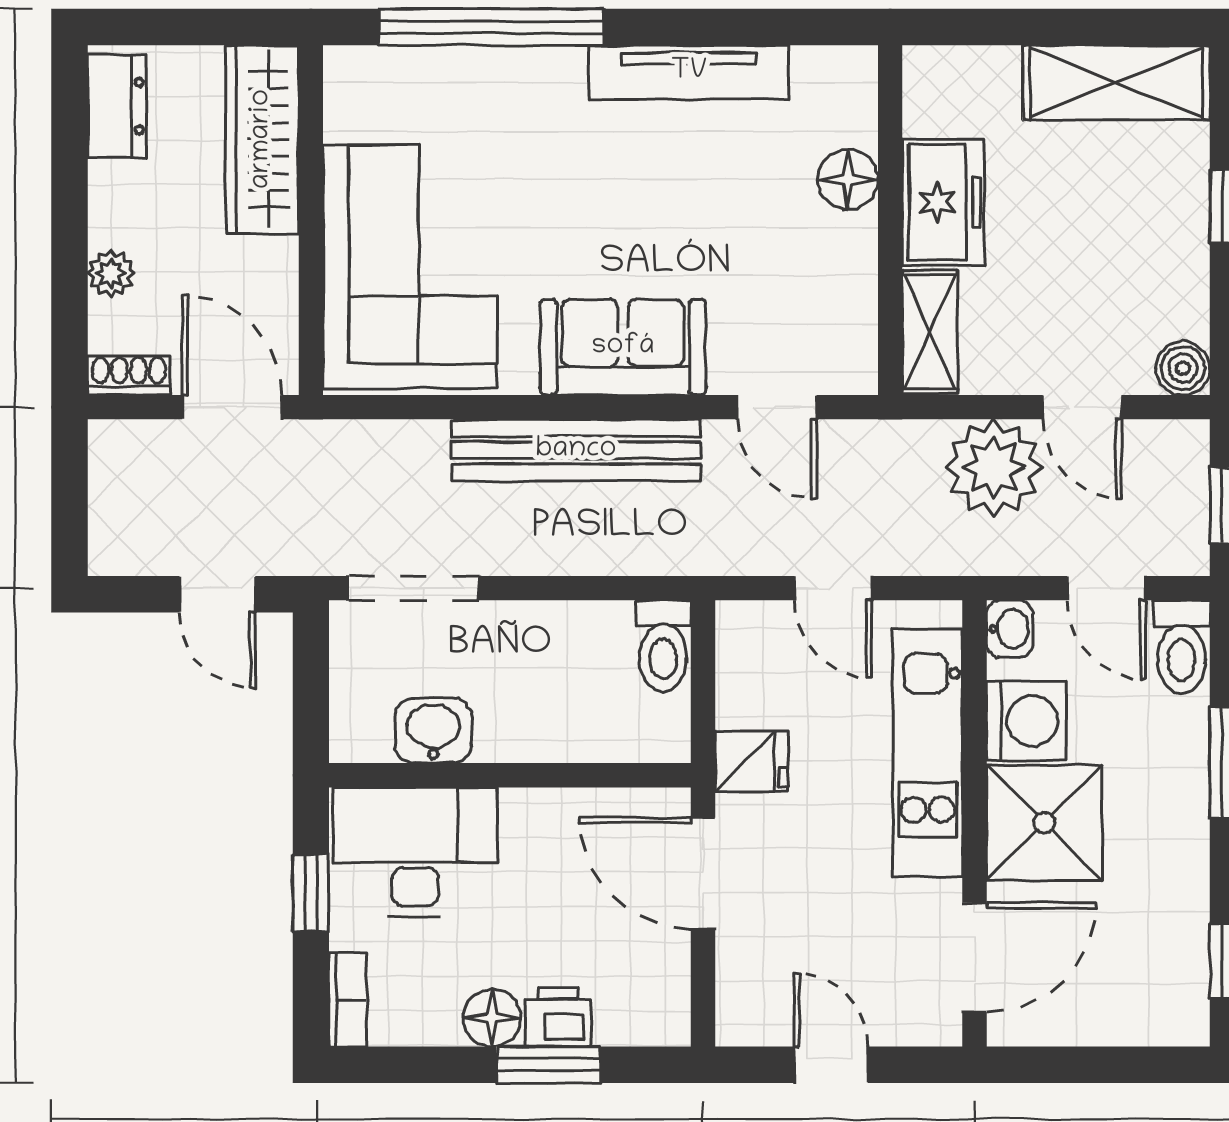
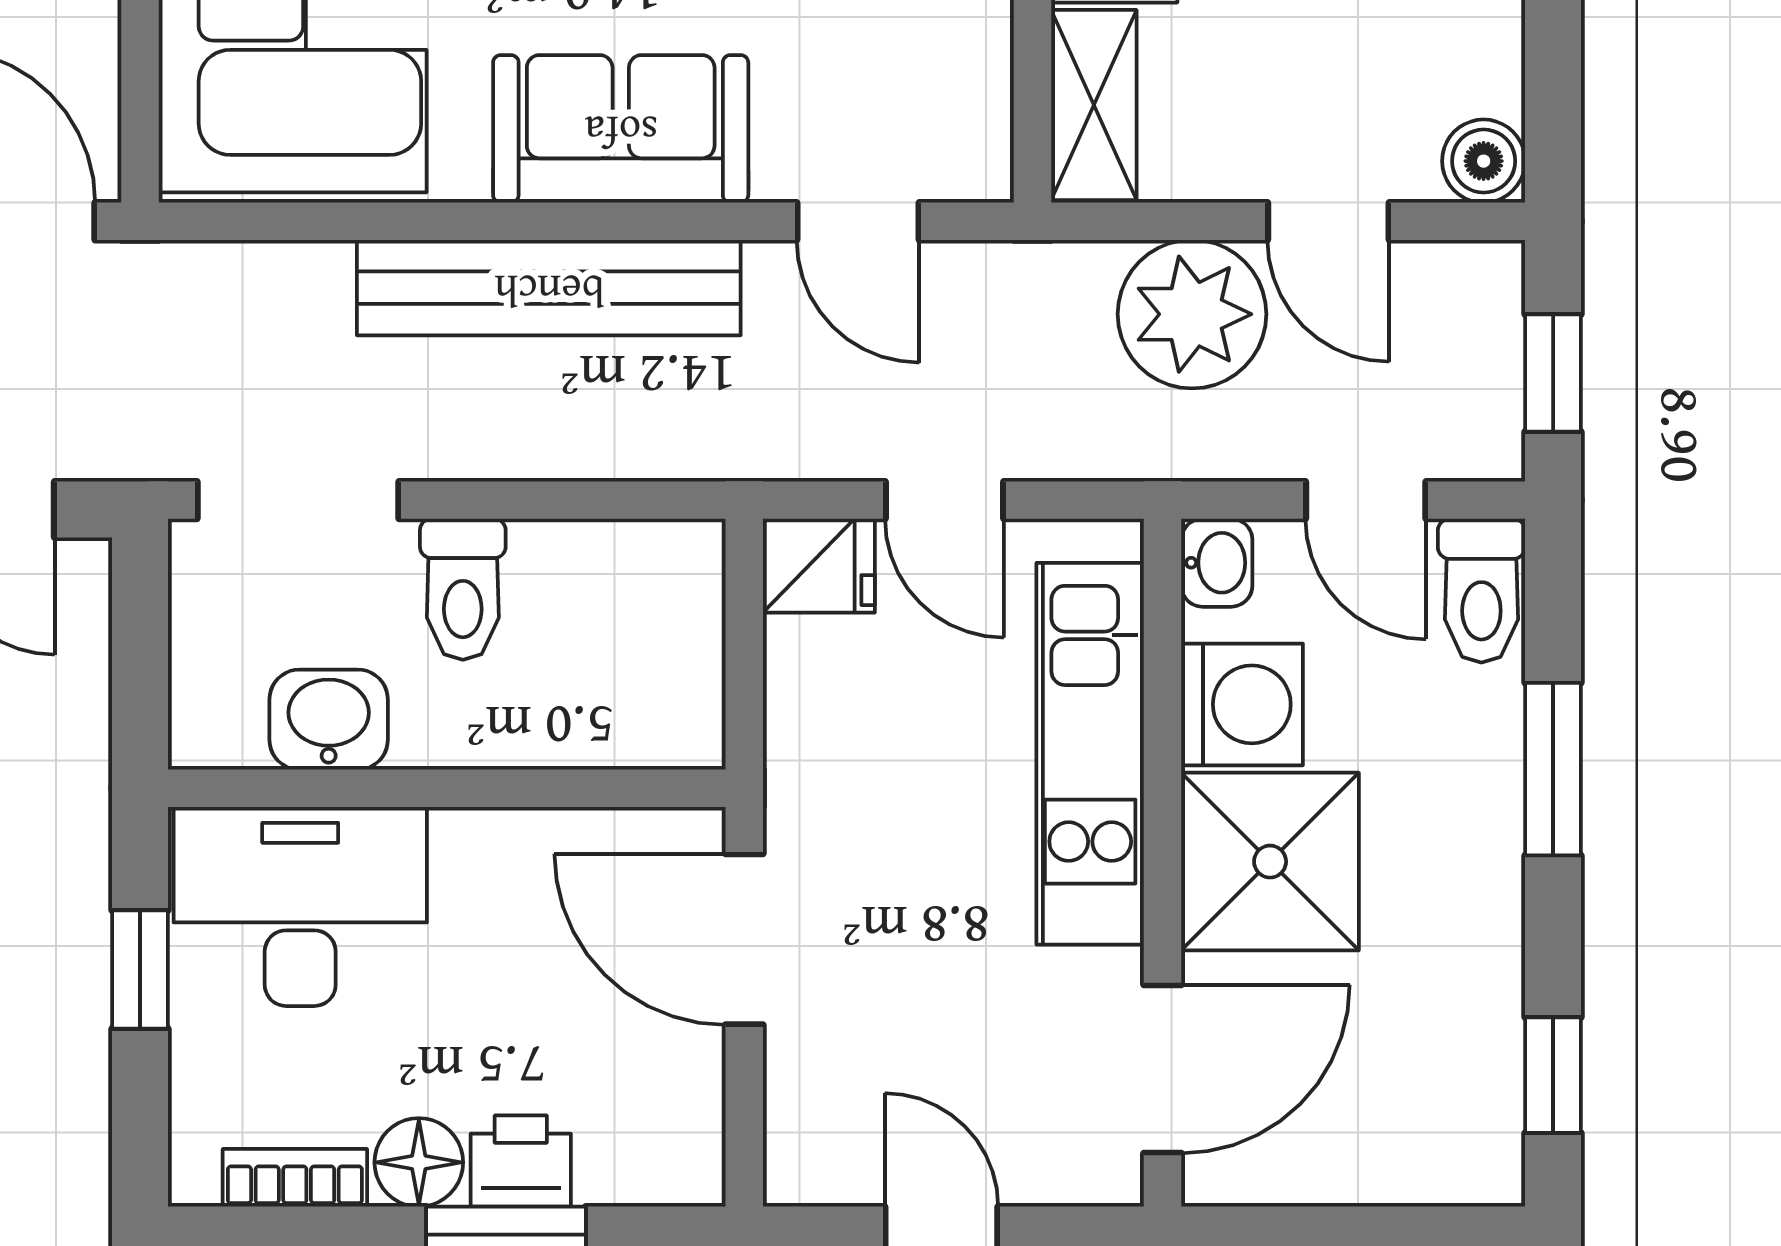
toilet: (663, 646) -> (463, 589), moved
fridge: (751, 761) -> (819, 566), moved
bookcase: (348, 1000) -> (295, 1178), moved, turned -90

